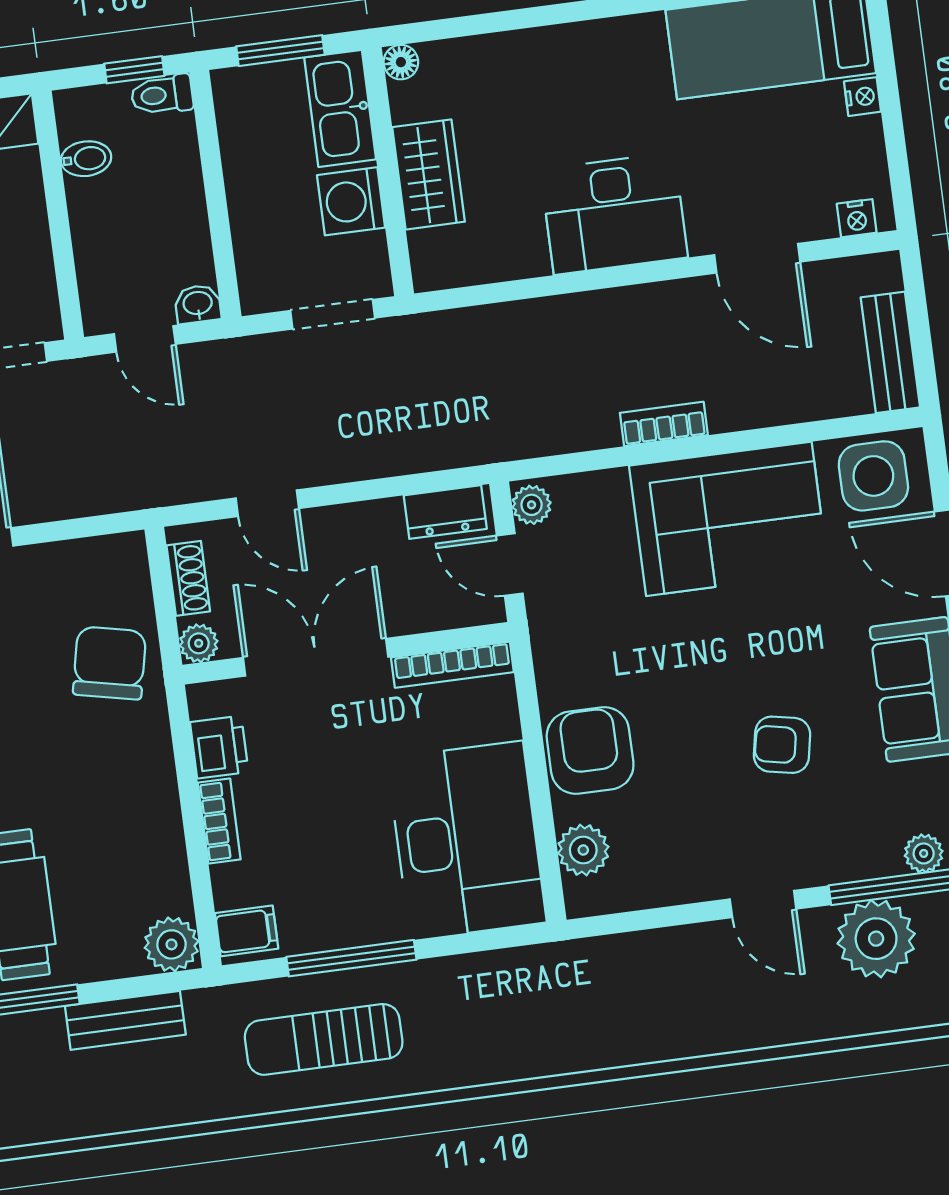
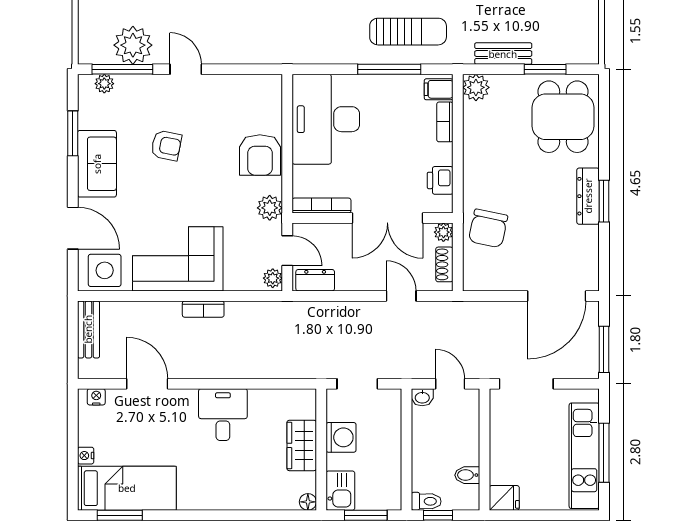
kitchen sink: (340, 108) -> (340, 491), width x0.73
desk: (614, 214) -> (223, 415), width x0.73
bookcase: (219, 821) -> (445, 122), moved
plant: (583, 850) -> (270, 208), moved

